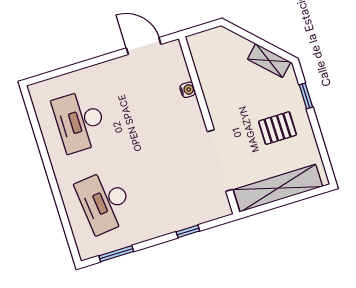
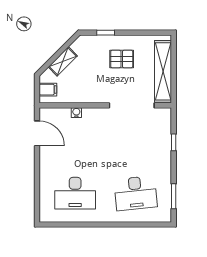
filing cabinet: (206, 42) -> (48, 90), added
door: (144, 46) -> (37, 133), swing flipped
shelving: (269, 61) -> (63, 61), moved
pallet: (277, 128) -> (122, 59), turned 90

